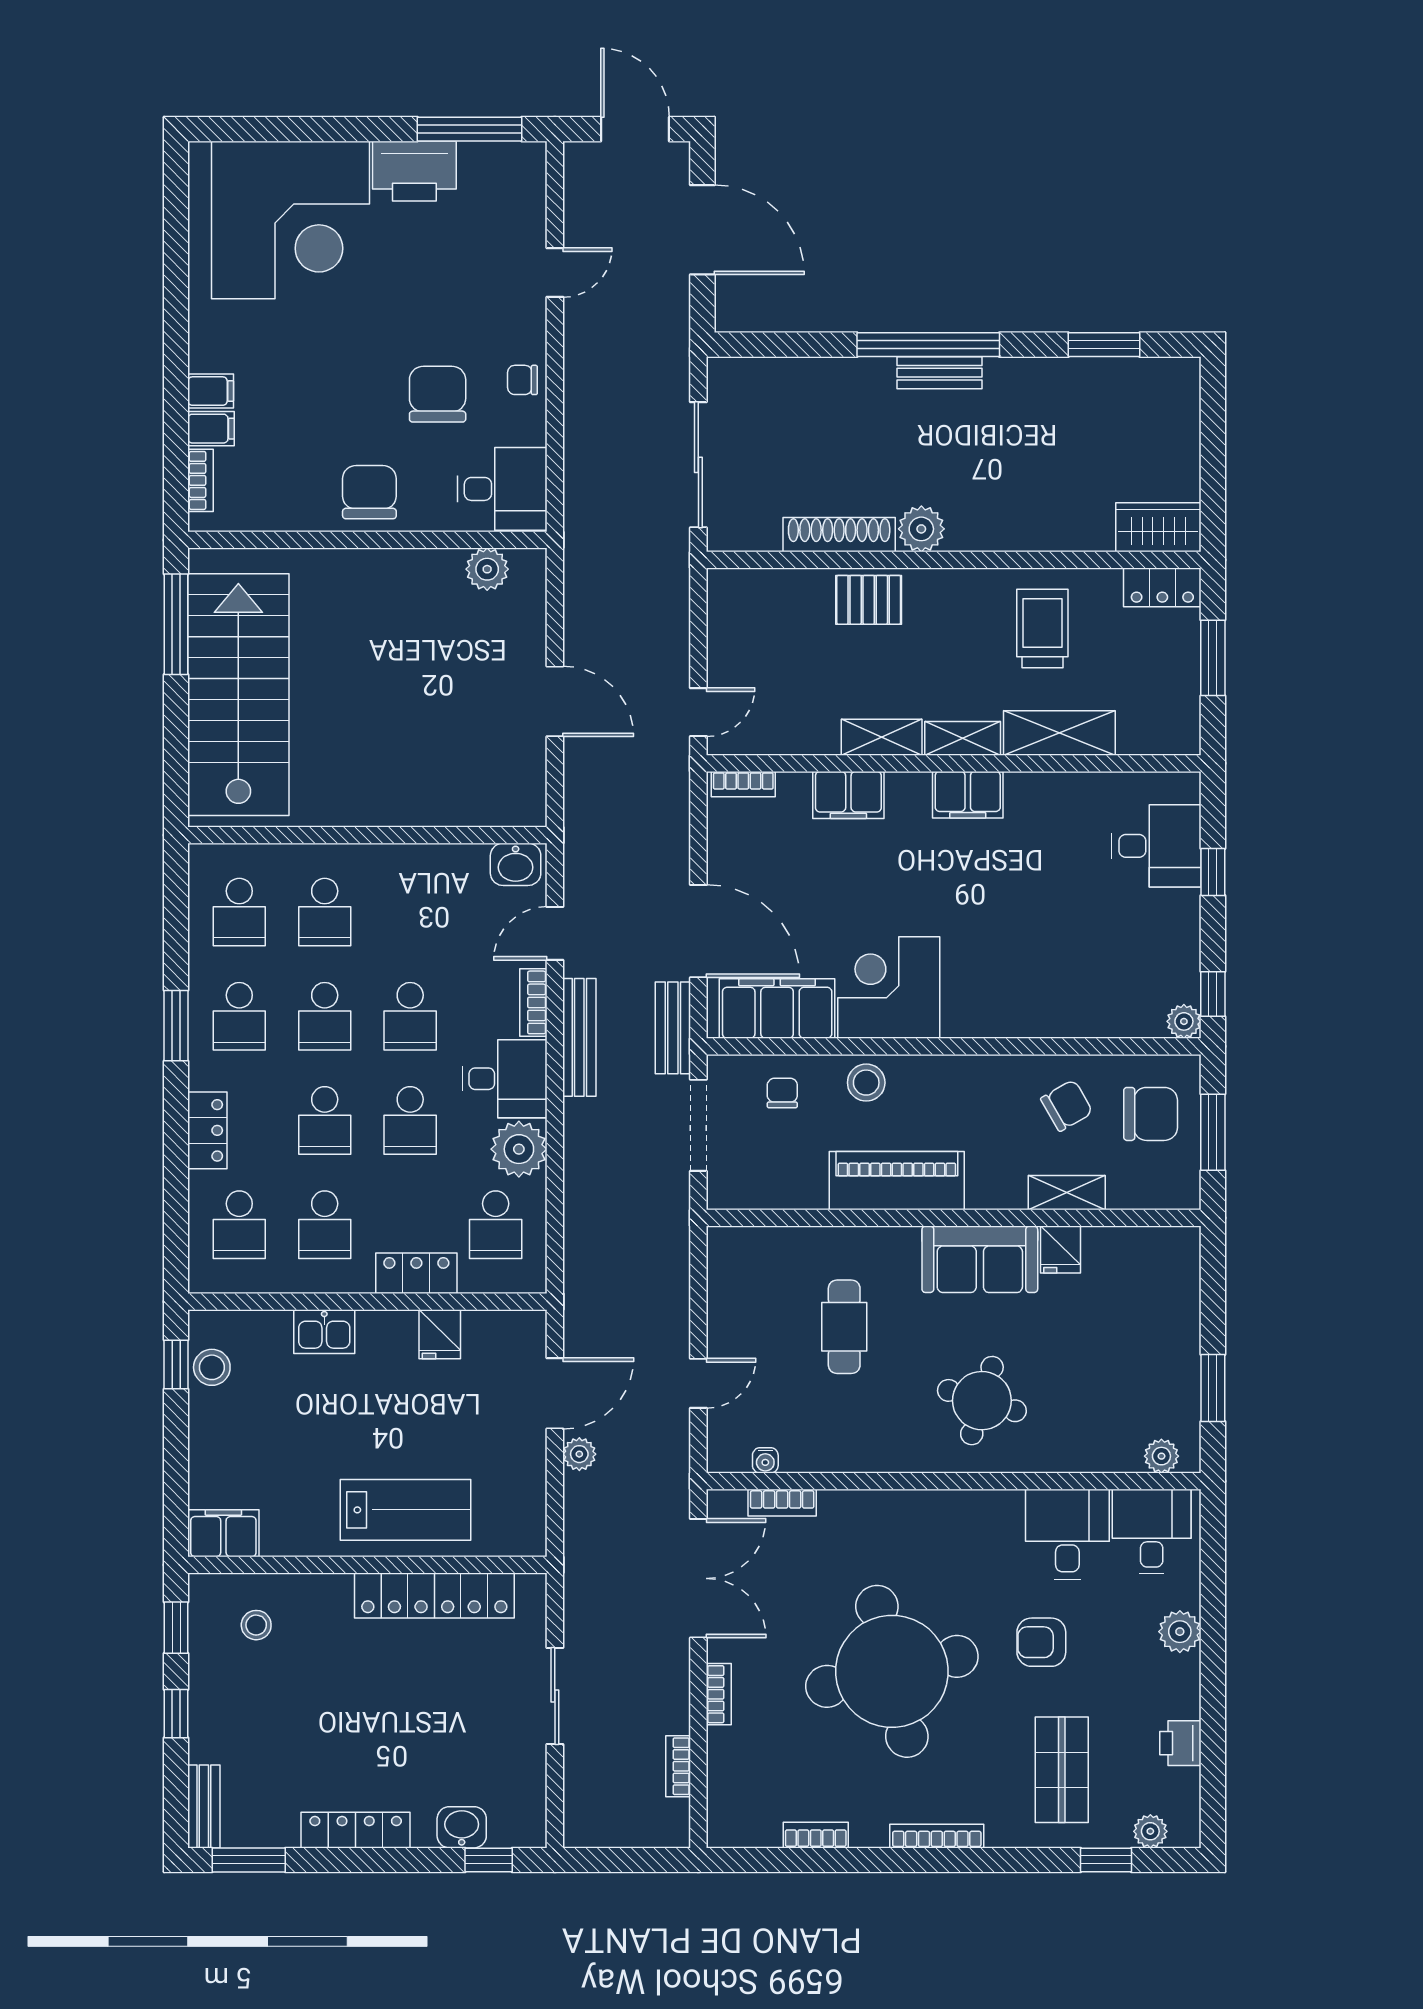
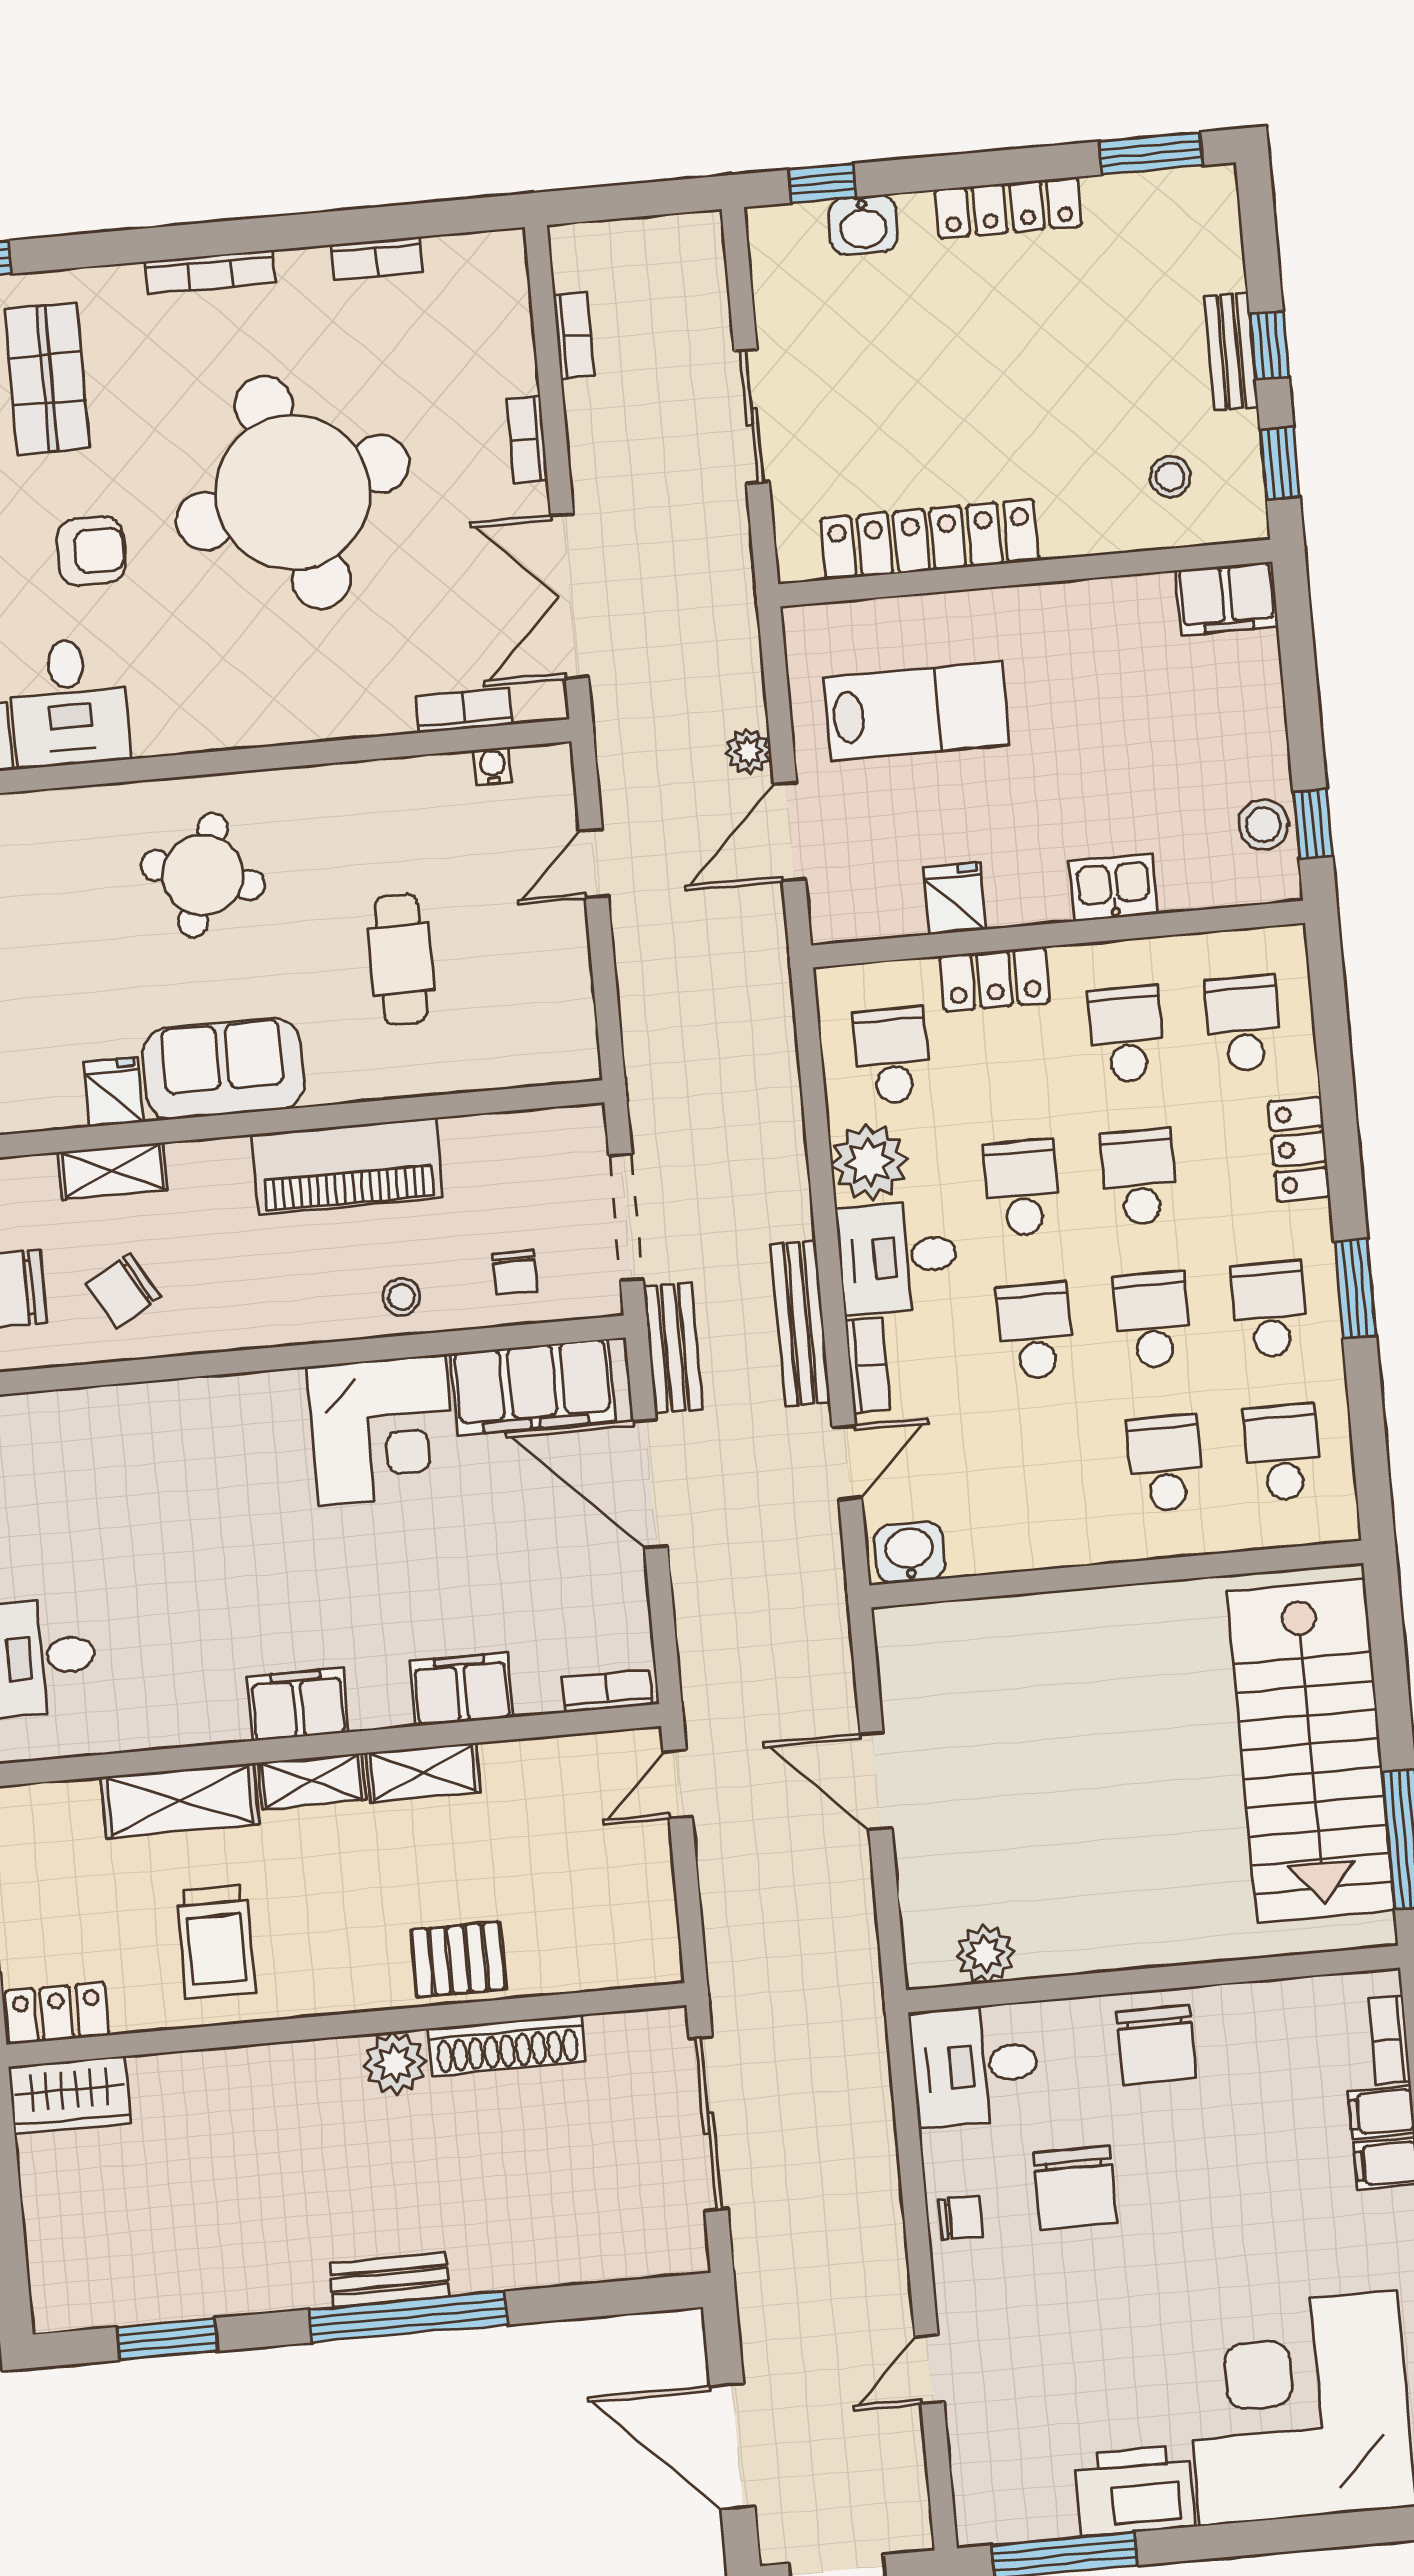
stool: (866, 1083) -> (401, 1297), width x0.73, depth x0.73
lab bench: (406, 1510) -> (917, 711), moved, turned 180
bench: (204, 1806) -> (1231, 351), moved

